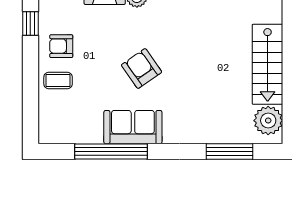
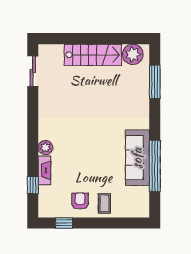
armchair: (61, 46) -> (80, 201), turned 180
armchair: (142, 68) -> (96, 144), removed
sofa: (133, 127) -> (137, 158), width x1.36

